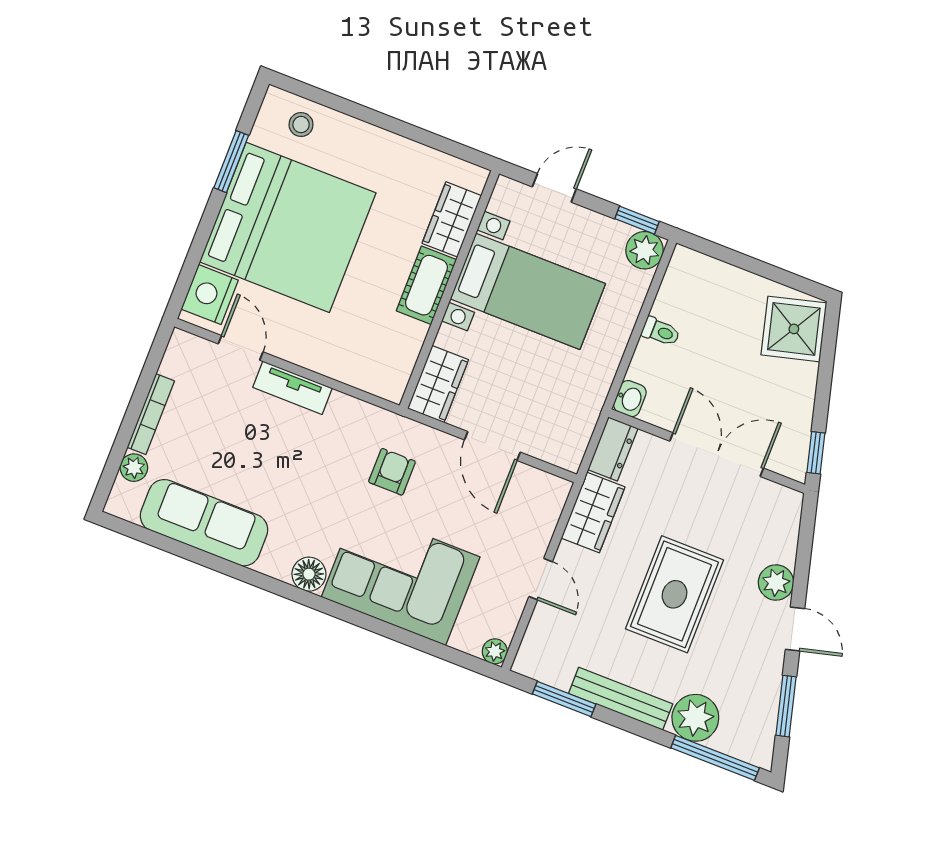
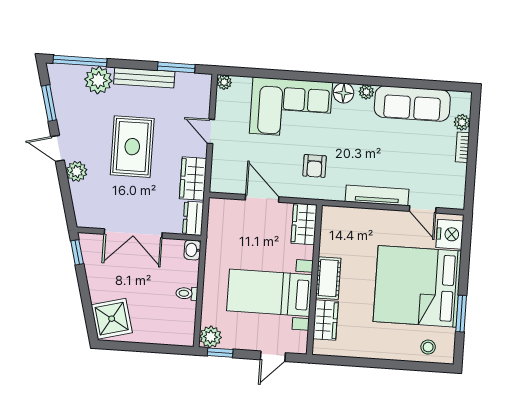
tv unit: (292, 388) -> (377, 195), width x1.41
bookcase: (151, 414) -> (462, 147), width x0.64
plant: (272, 564) -> (366, 92), added

